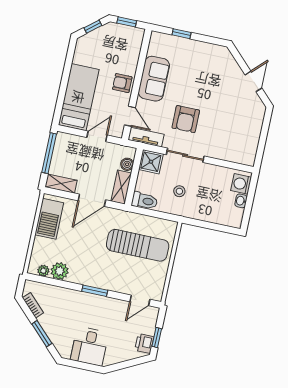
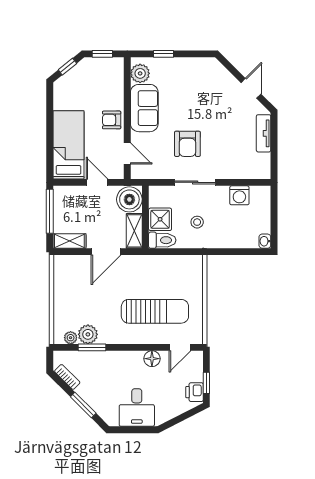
plant: (157, 47) -> (140, 73), added
door: (97, 136) -> (97, 182), hinge flipped
tv unit: (146, 137) -> (264, 133), moved, turned -90
shower: (151, 162) -> (160, 219), moved
boiler: (127, 164) -> (129, 199), width x1.86, depth x1.86
washing machine: (241, 184) -> (239, 195), moved, turned -90
washbasin: (241, 201) -> (265, 241), moved
barbecue: (49, 219) -> (65, 281), removed
sun lounger: (138, 245) -> (155, 311), moved
window: (95, 291) -> (92, 347), moved
floor lamp: (113, 305) -> (152, 359), added

